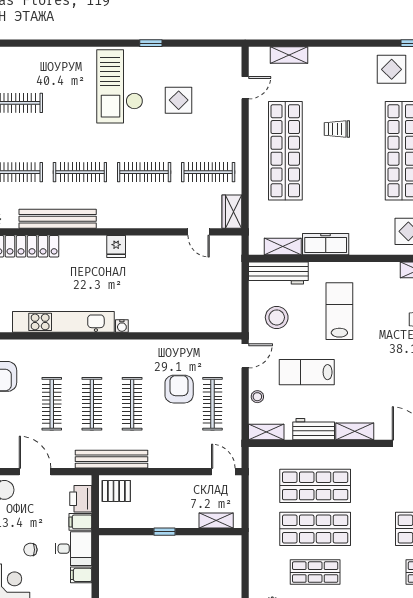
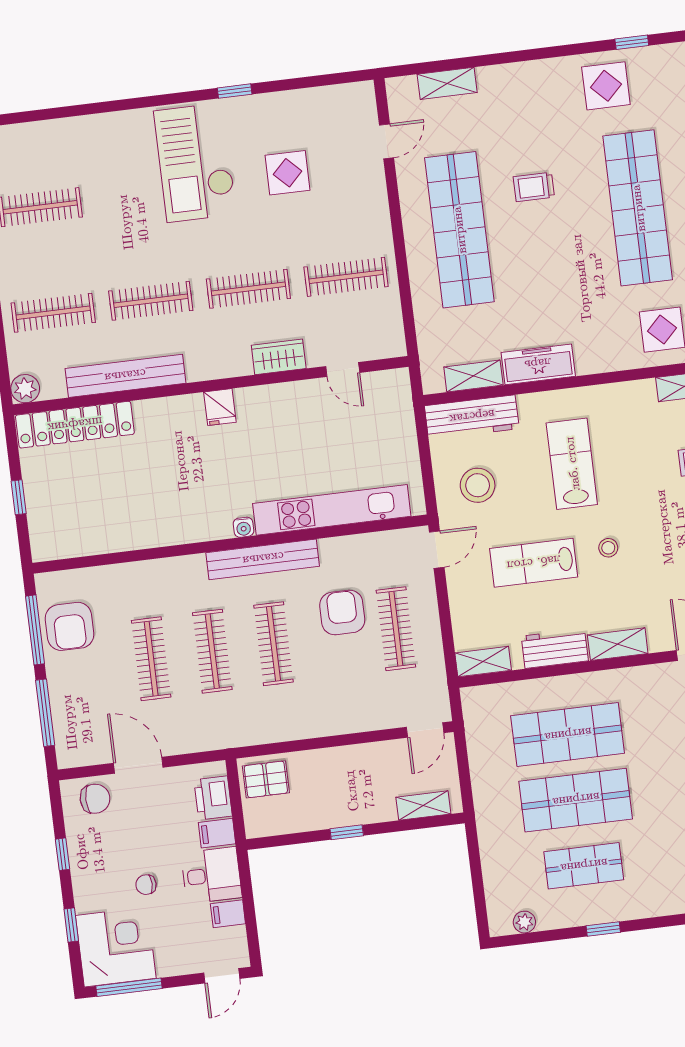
wardrobe: (232, 212) -> (279, 357), moved, turned 90
kitchen unit: (63, 322) -> (332, 510), moved
stool: (257, 397) -> (608, 548), moved
bench: (112, 459) -> (263, 559), moved
door: (223, 472) -> (425, 730), swing flipped

